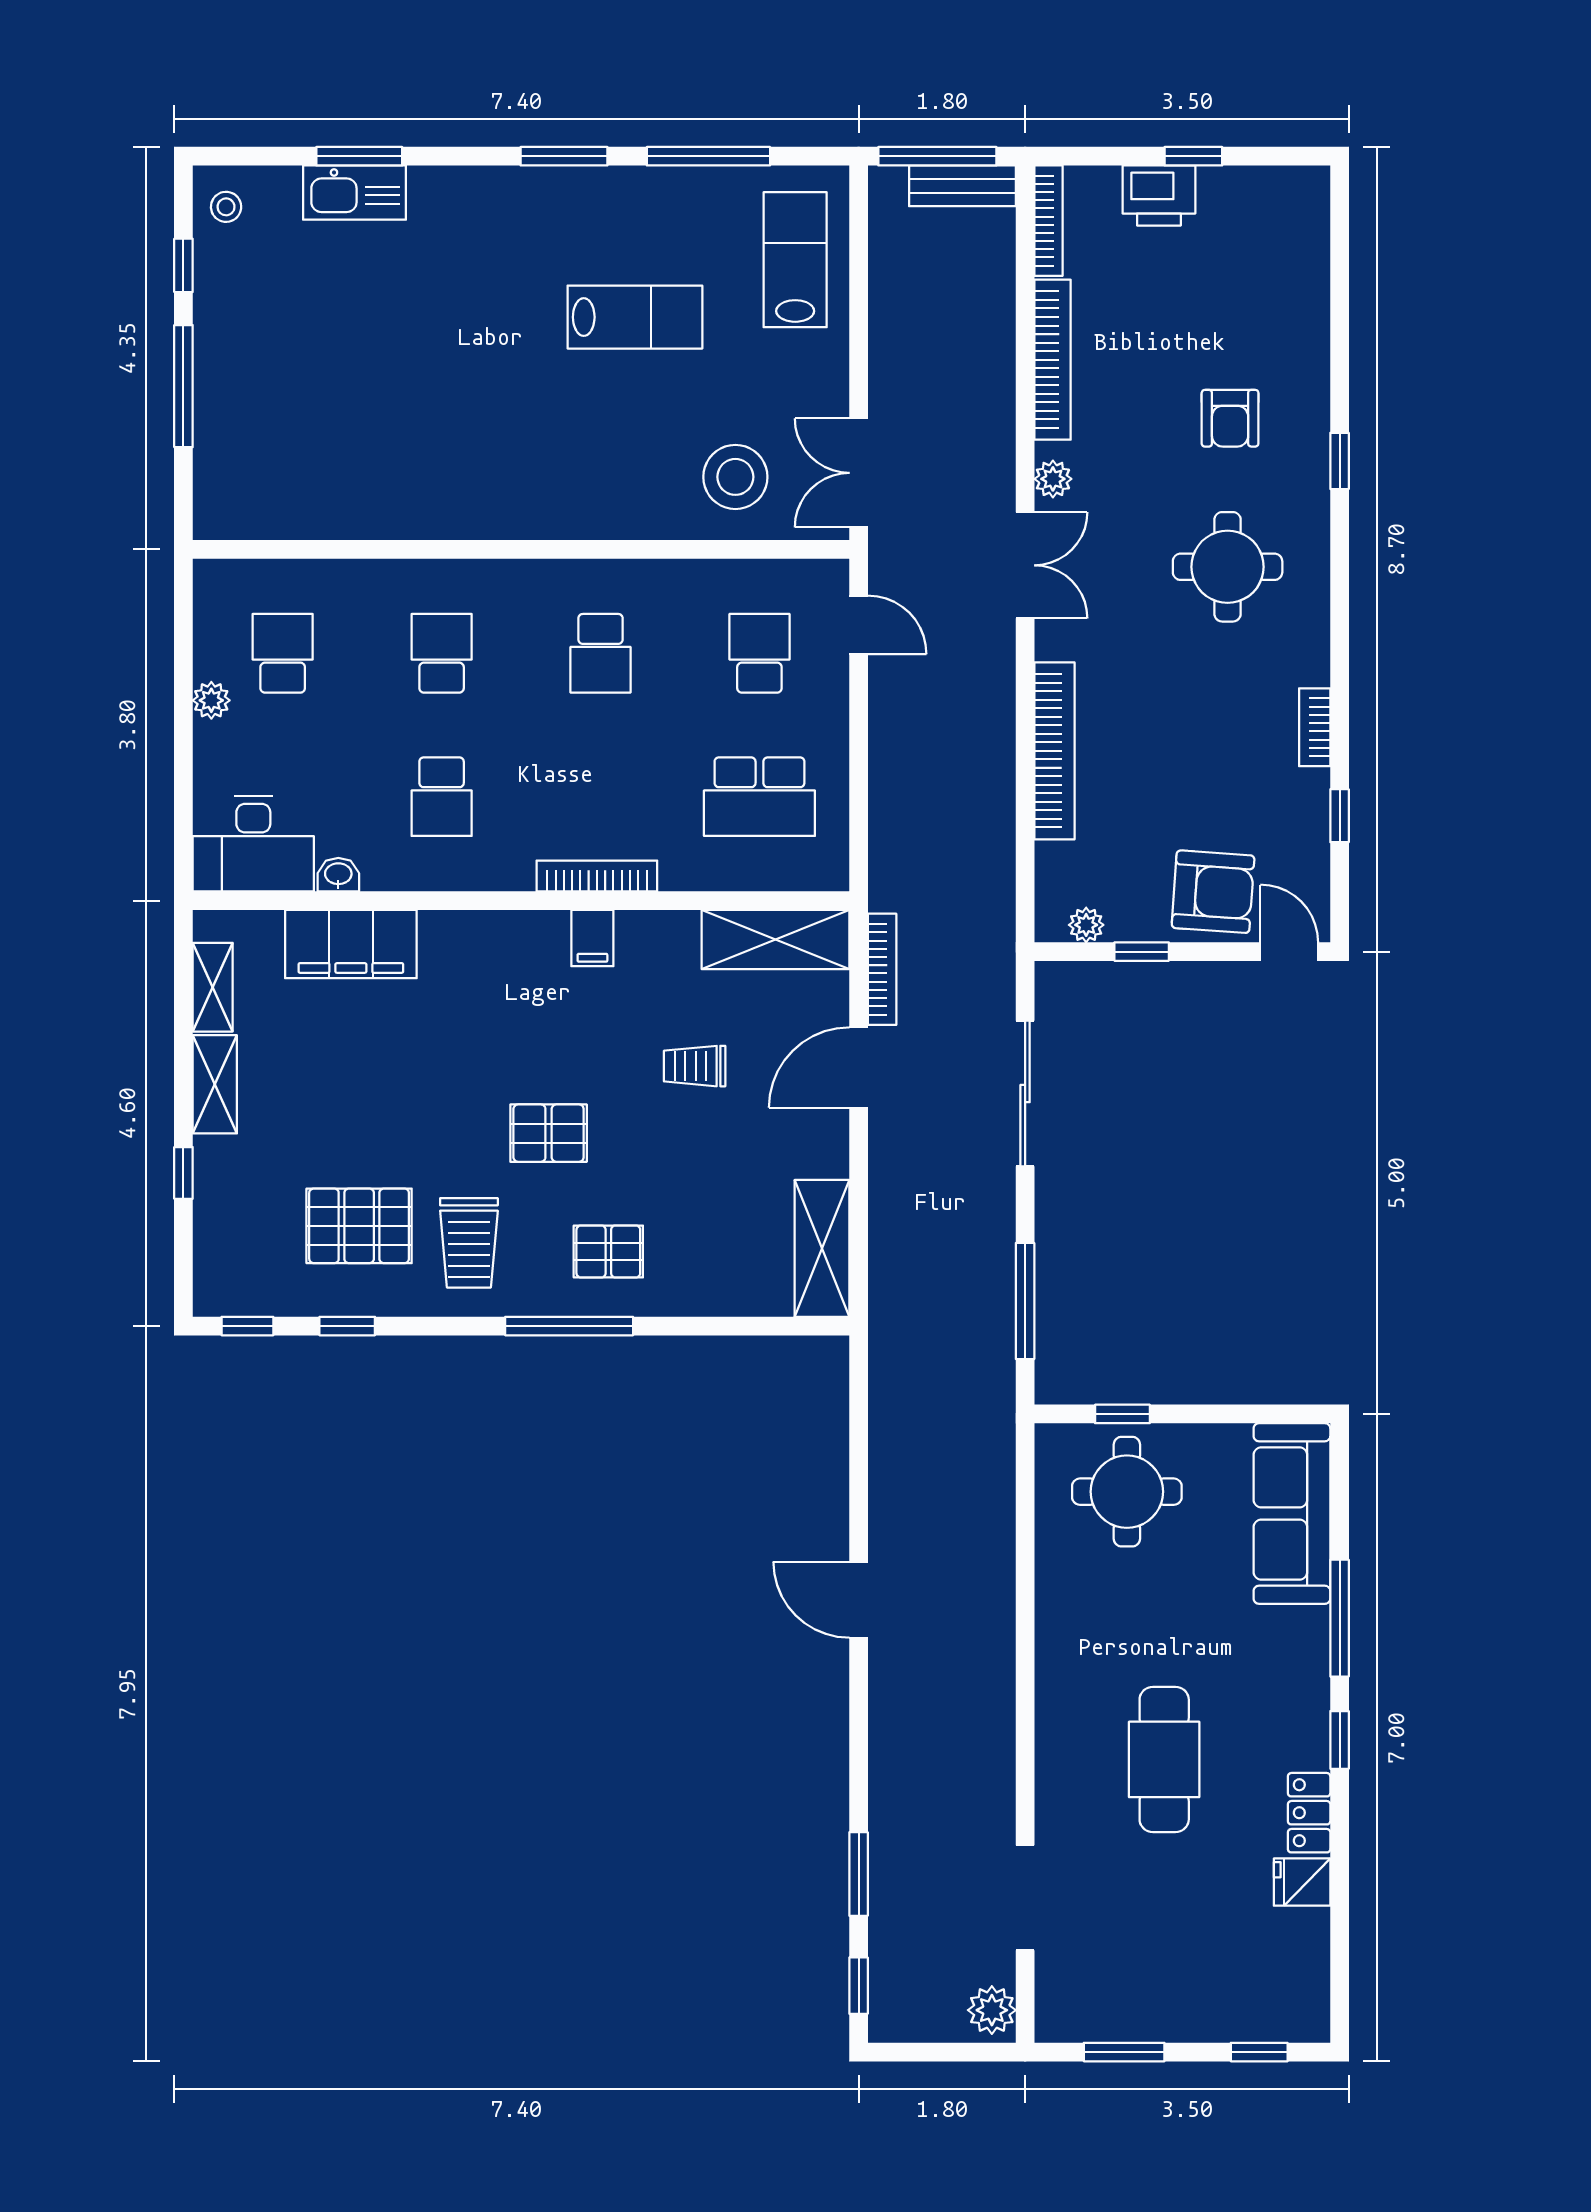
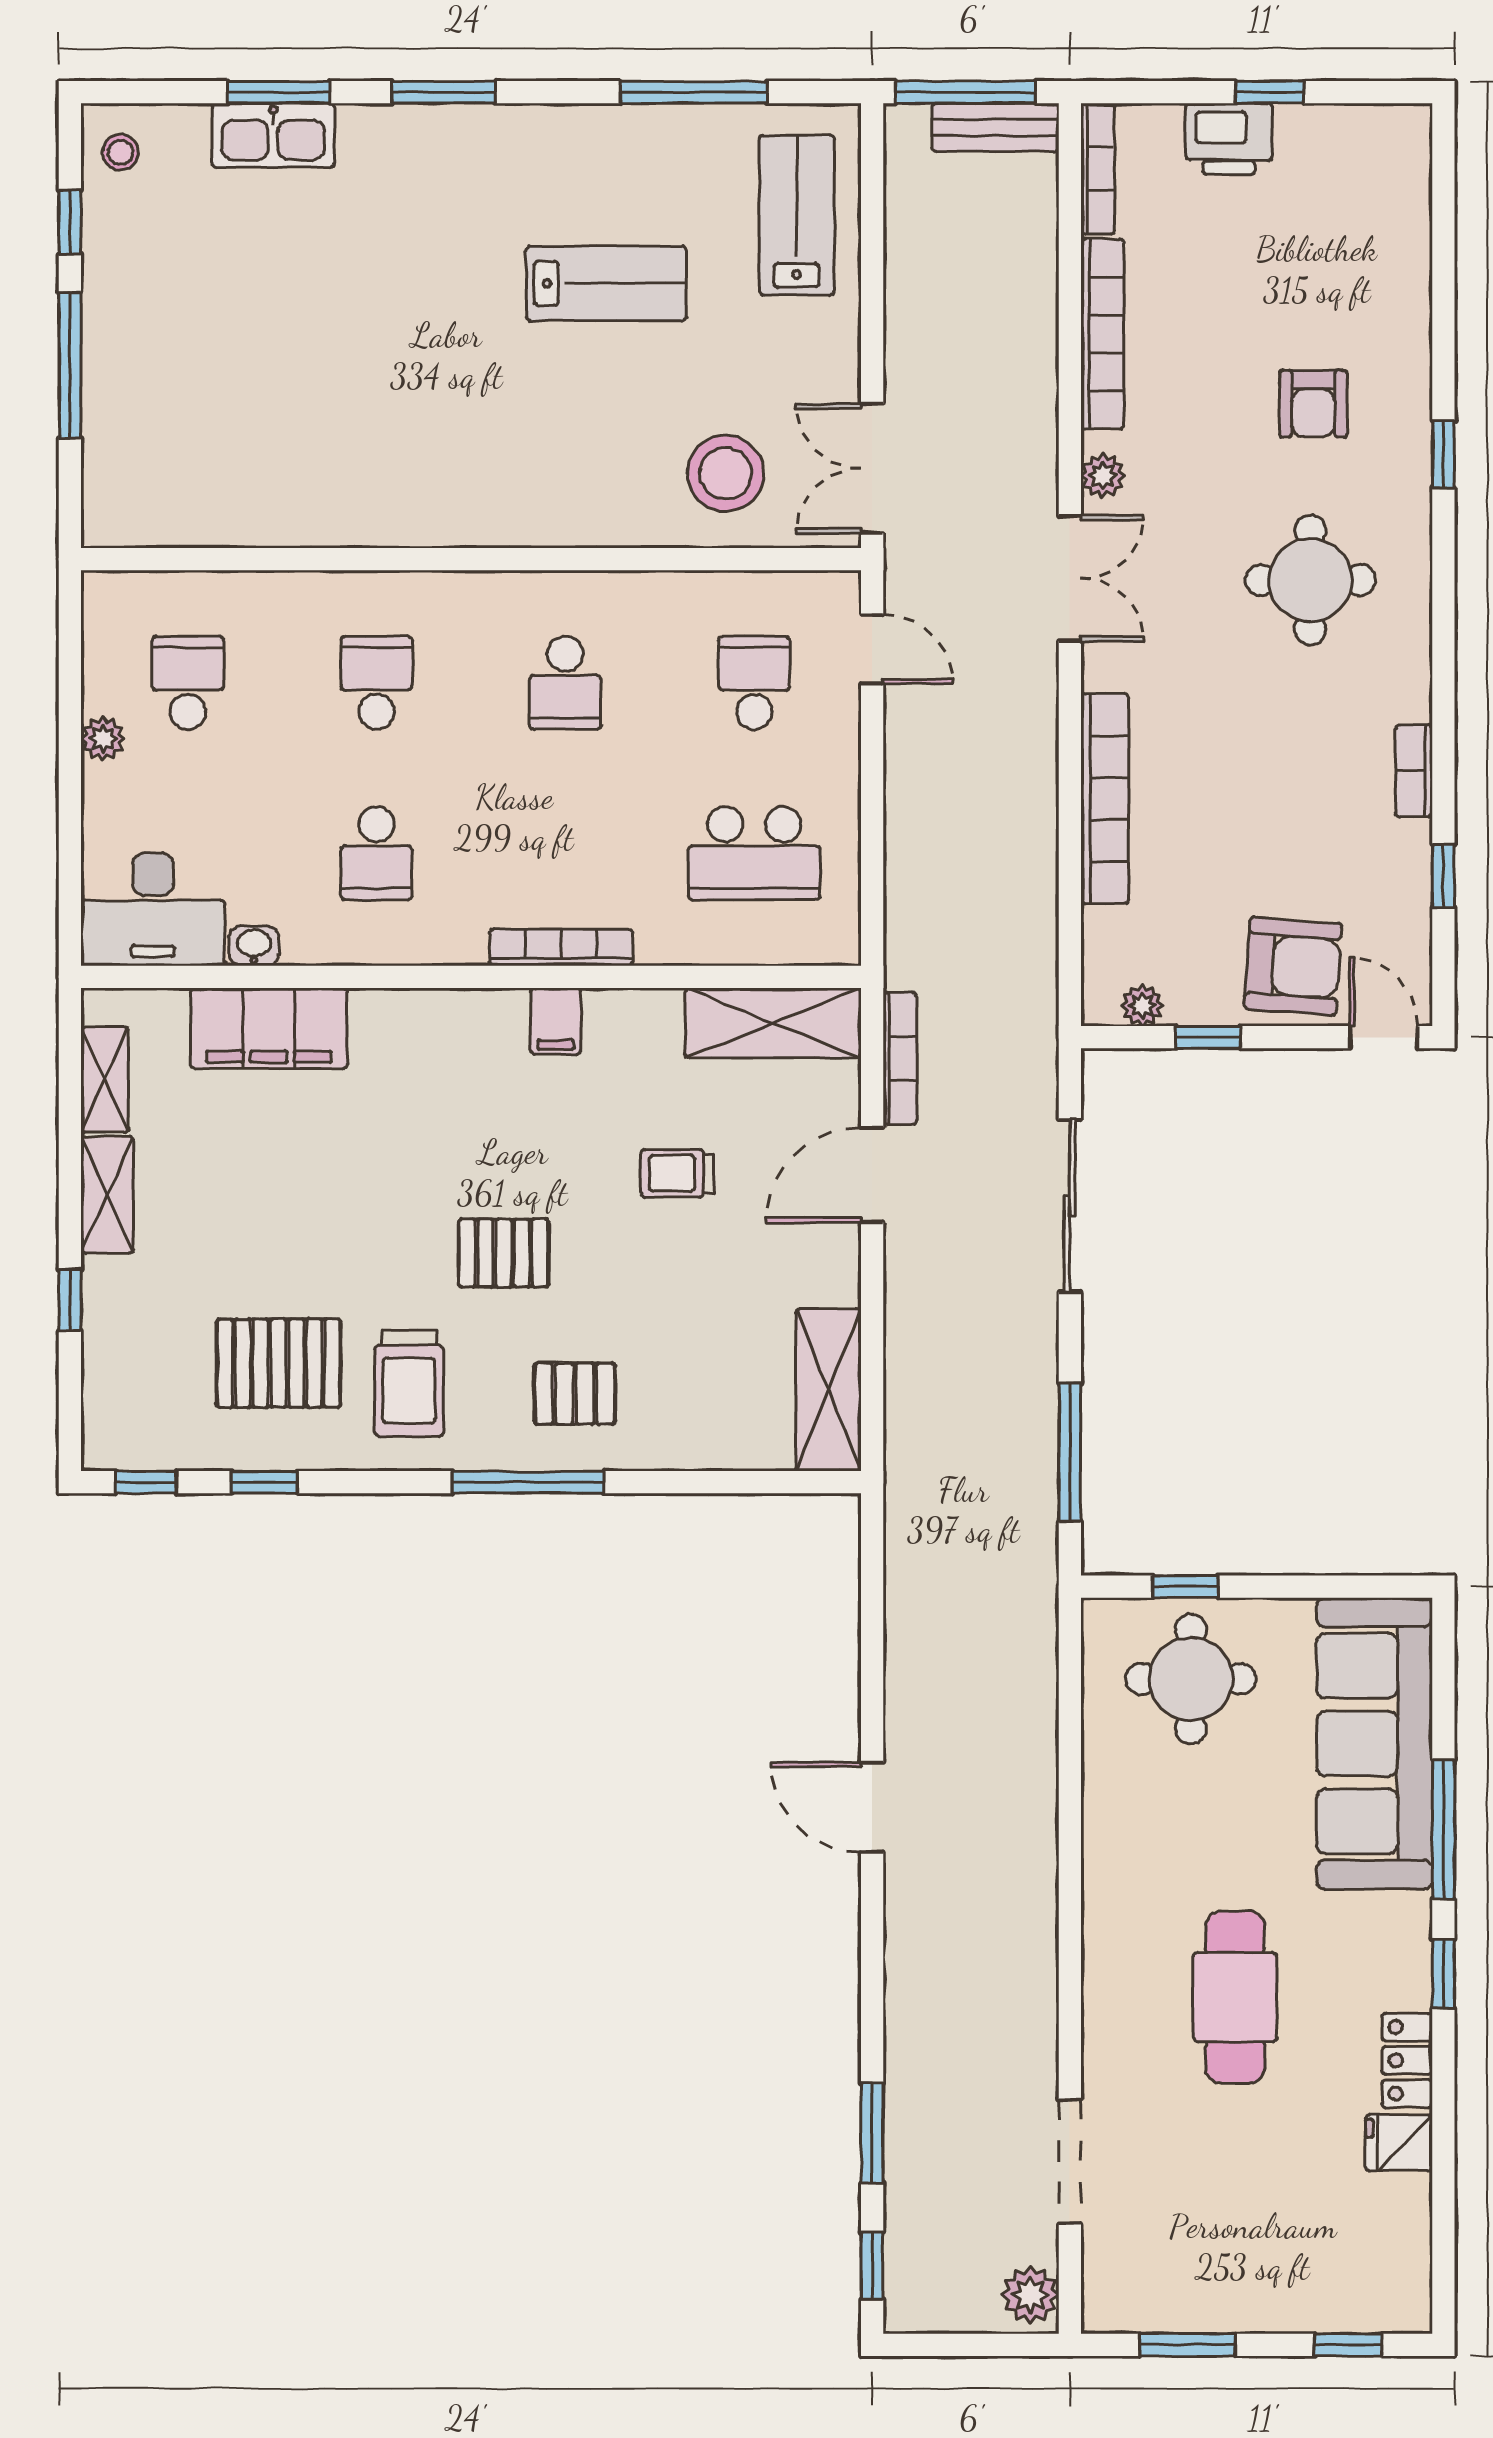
window: (564, 156) -> (443, 92), moved
sofa: (1292, 1514) -> (1375, 1744), width x1.36, depth x1.27

